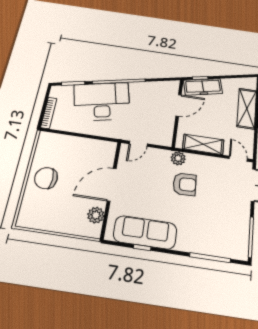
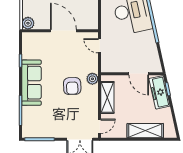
plant: (96, 215) -> (28, 23), moved
sofa: (145, 232) -> (31, 83), moved

